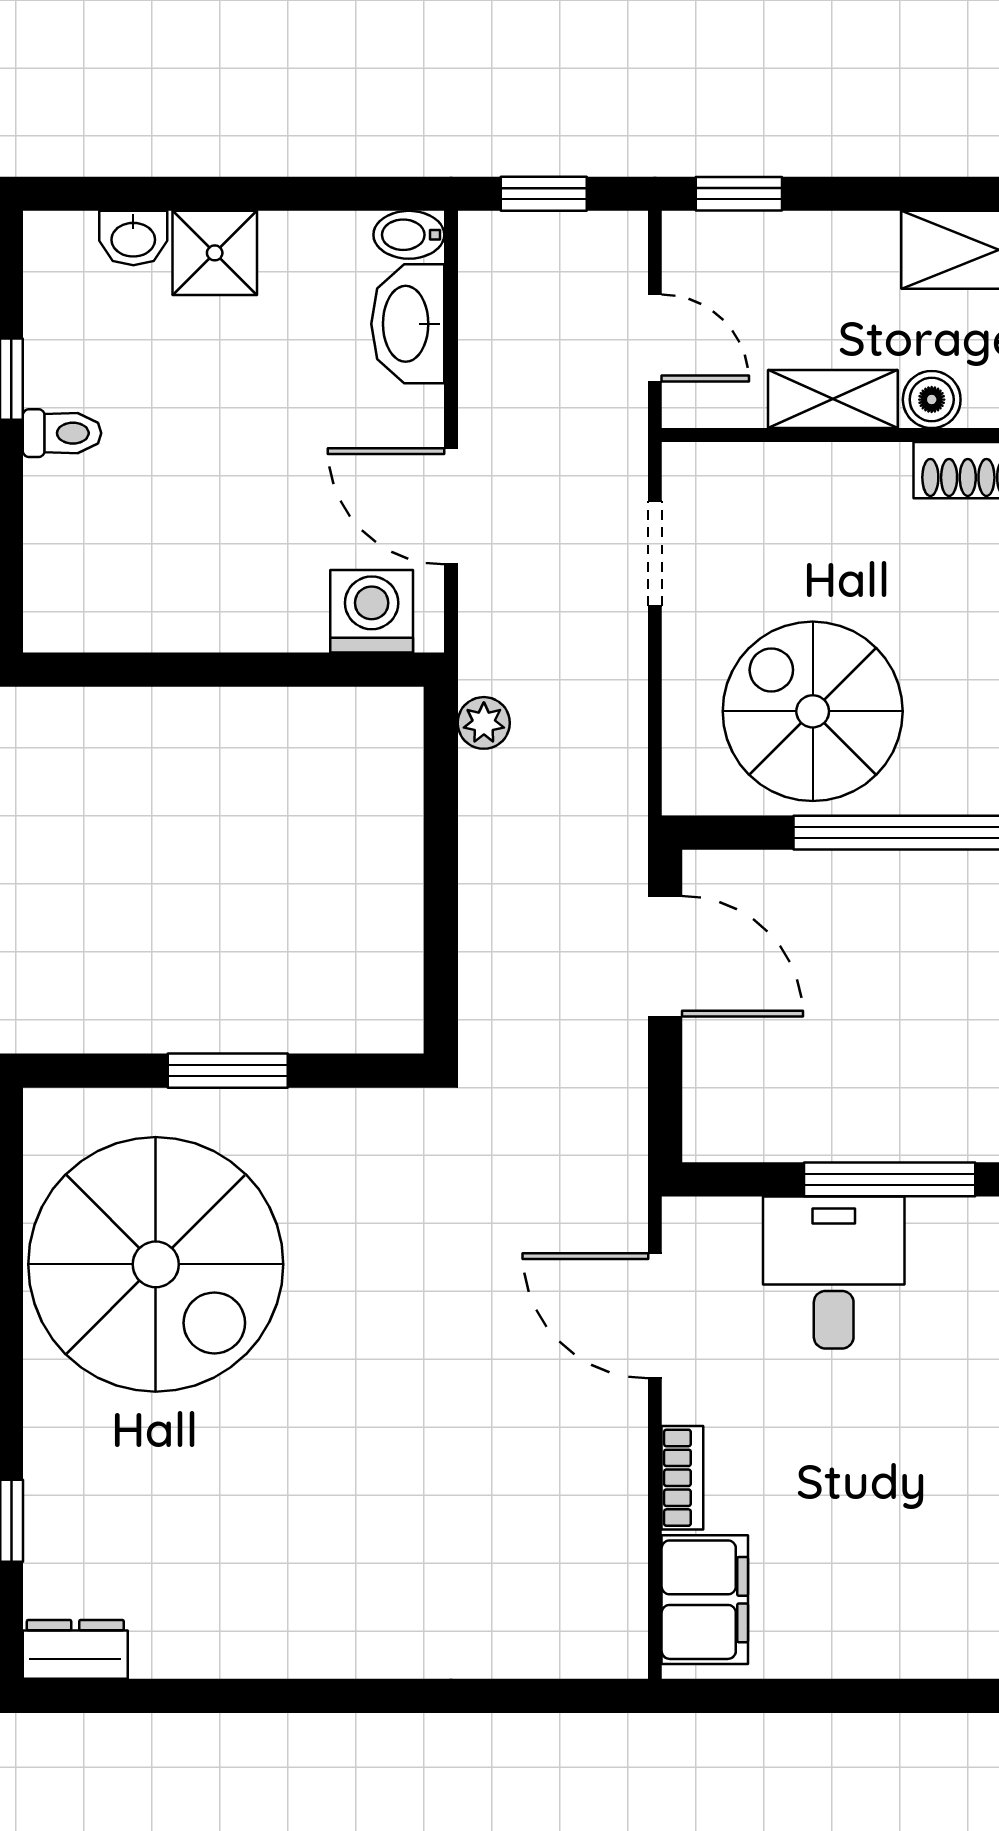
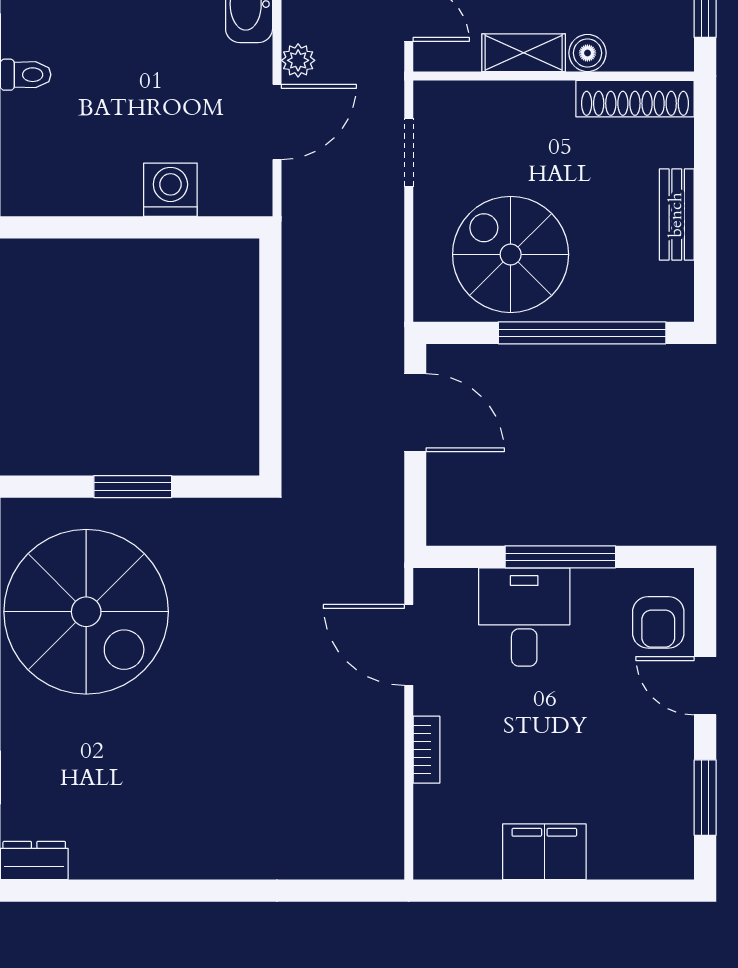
door: (451, 506) -> (277, 122), swing flipped
washing machine: (372, 611) -> (170, 190), moved
plant: (484, 723) -> (298, 60), moved
filing cabinet: (705, 1600) -> (544, 852), moved, turned -90

